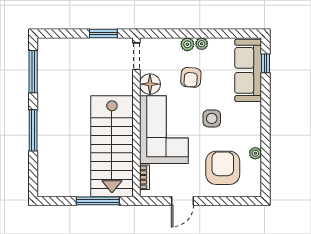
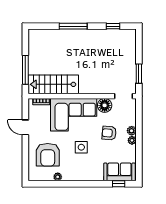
sofa: (248, 70) -> (119, 172), width x0.73
window: (33, 72) -> (113, 26), width x0.46
stairs: (112, 146) -> (53, 84), width x0.73, depth x0.66
armchair: (223, 168) -> (48, 155), turned 90

